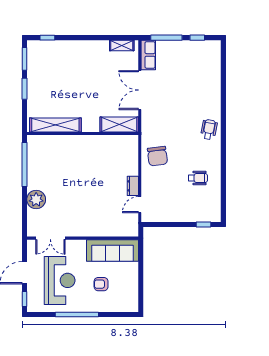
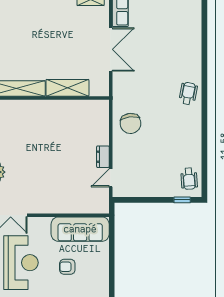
double door: (140, 90) -> (111, 49), swing flipped
shelving: (119, 124) -> (67, 88), moved
wheelchair: (198, 178) -> (189, 179), moved, turned 86

